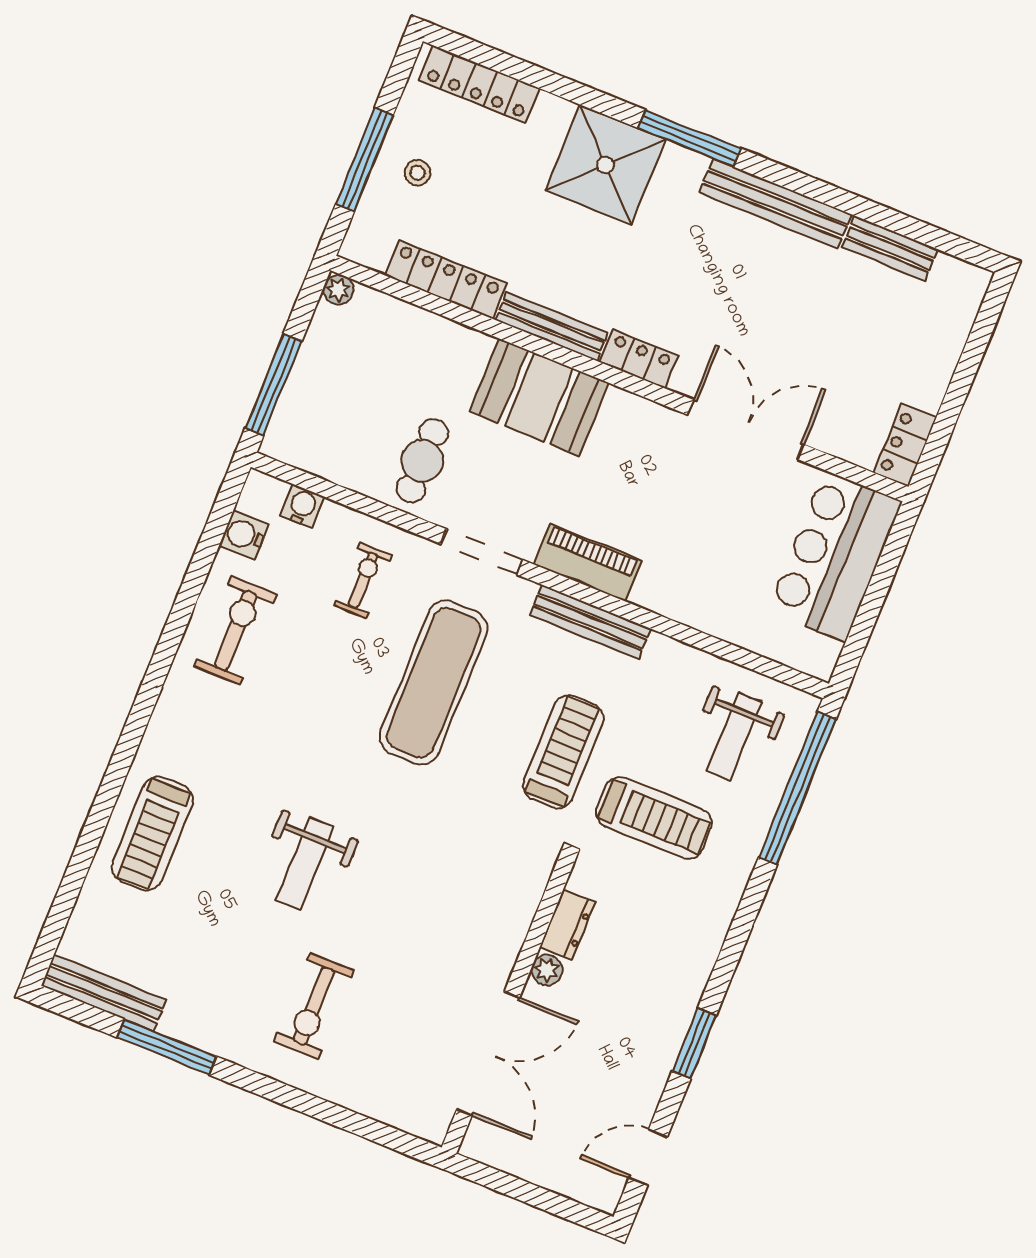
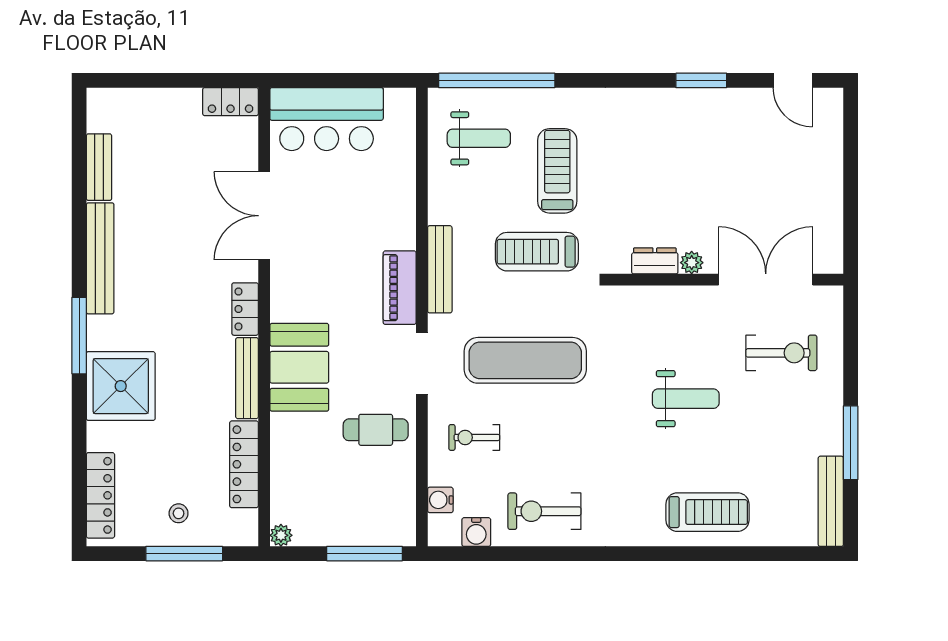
dresser: (567, 925) -> (655, 261), moved
plant: (547, 970) -> (692, 263), moved
wall: (508, 1006) -> (727, 280), moved
double door: (488, 1054) -> (766, 280), moved

